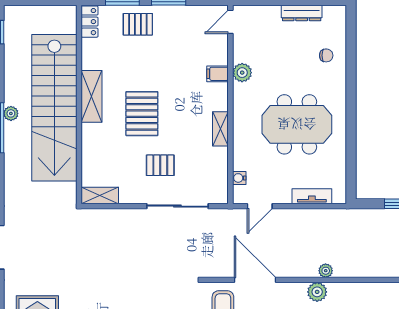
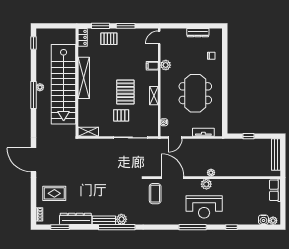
shelving: (92, 96) -> (84, 78), width x1.47
pallet: (142, 114) -> (125, 92), moved
meeting table: (297, 124) -> (195, 93), turned 90

